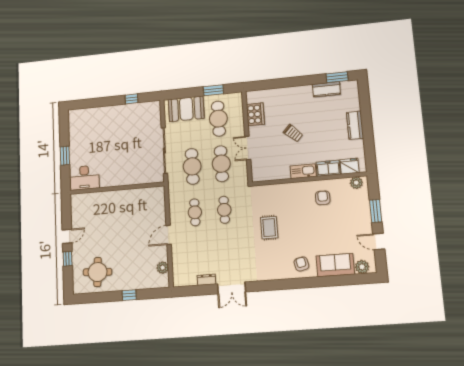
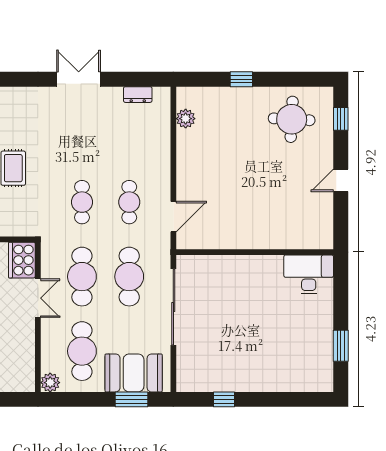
window: (213, 90) -> (132, 399), moved
plant: (237, 98) -> (50, 383), added
cooker: (255, 114) -> (22, 260), moved
window: (65, 156) -> (341, 346), moved
door: (169, 235) -> (173, 217), moved
window: (68, 259) -> (341, 119), moved
dresser: (206, 280) -> (138, 95), moved

